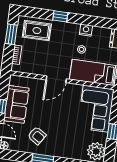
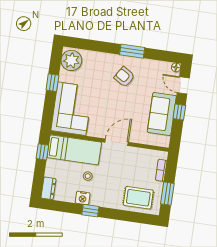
window: (60, 16) -> (90, 211), moved
armchair: (37, 136) -> (124, 77), moved

